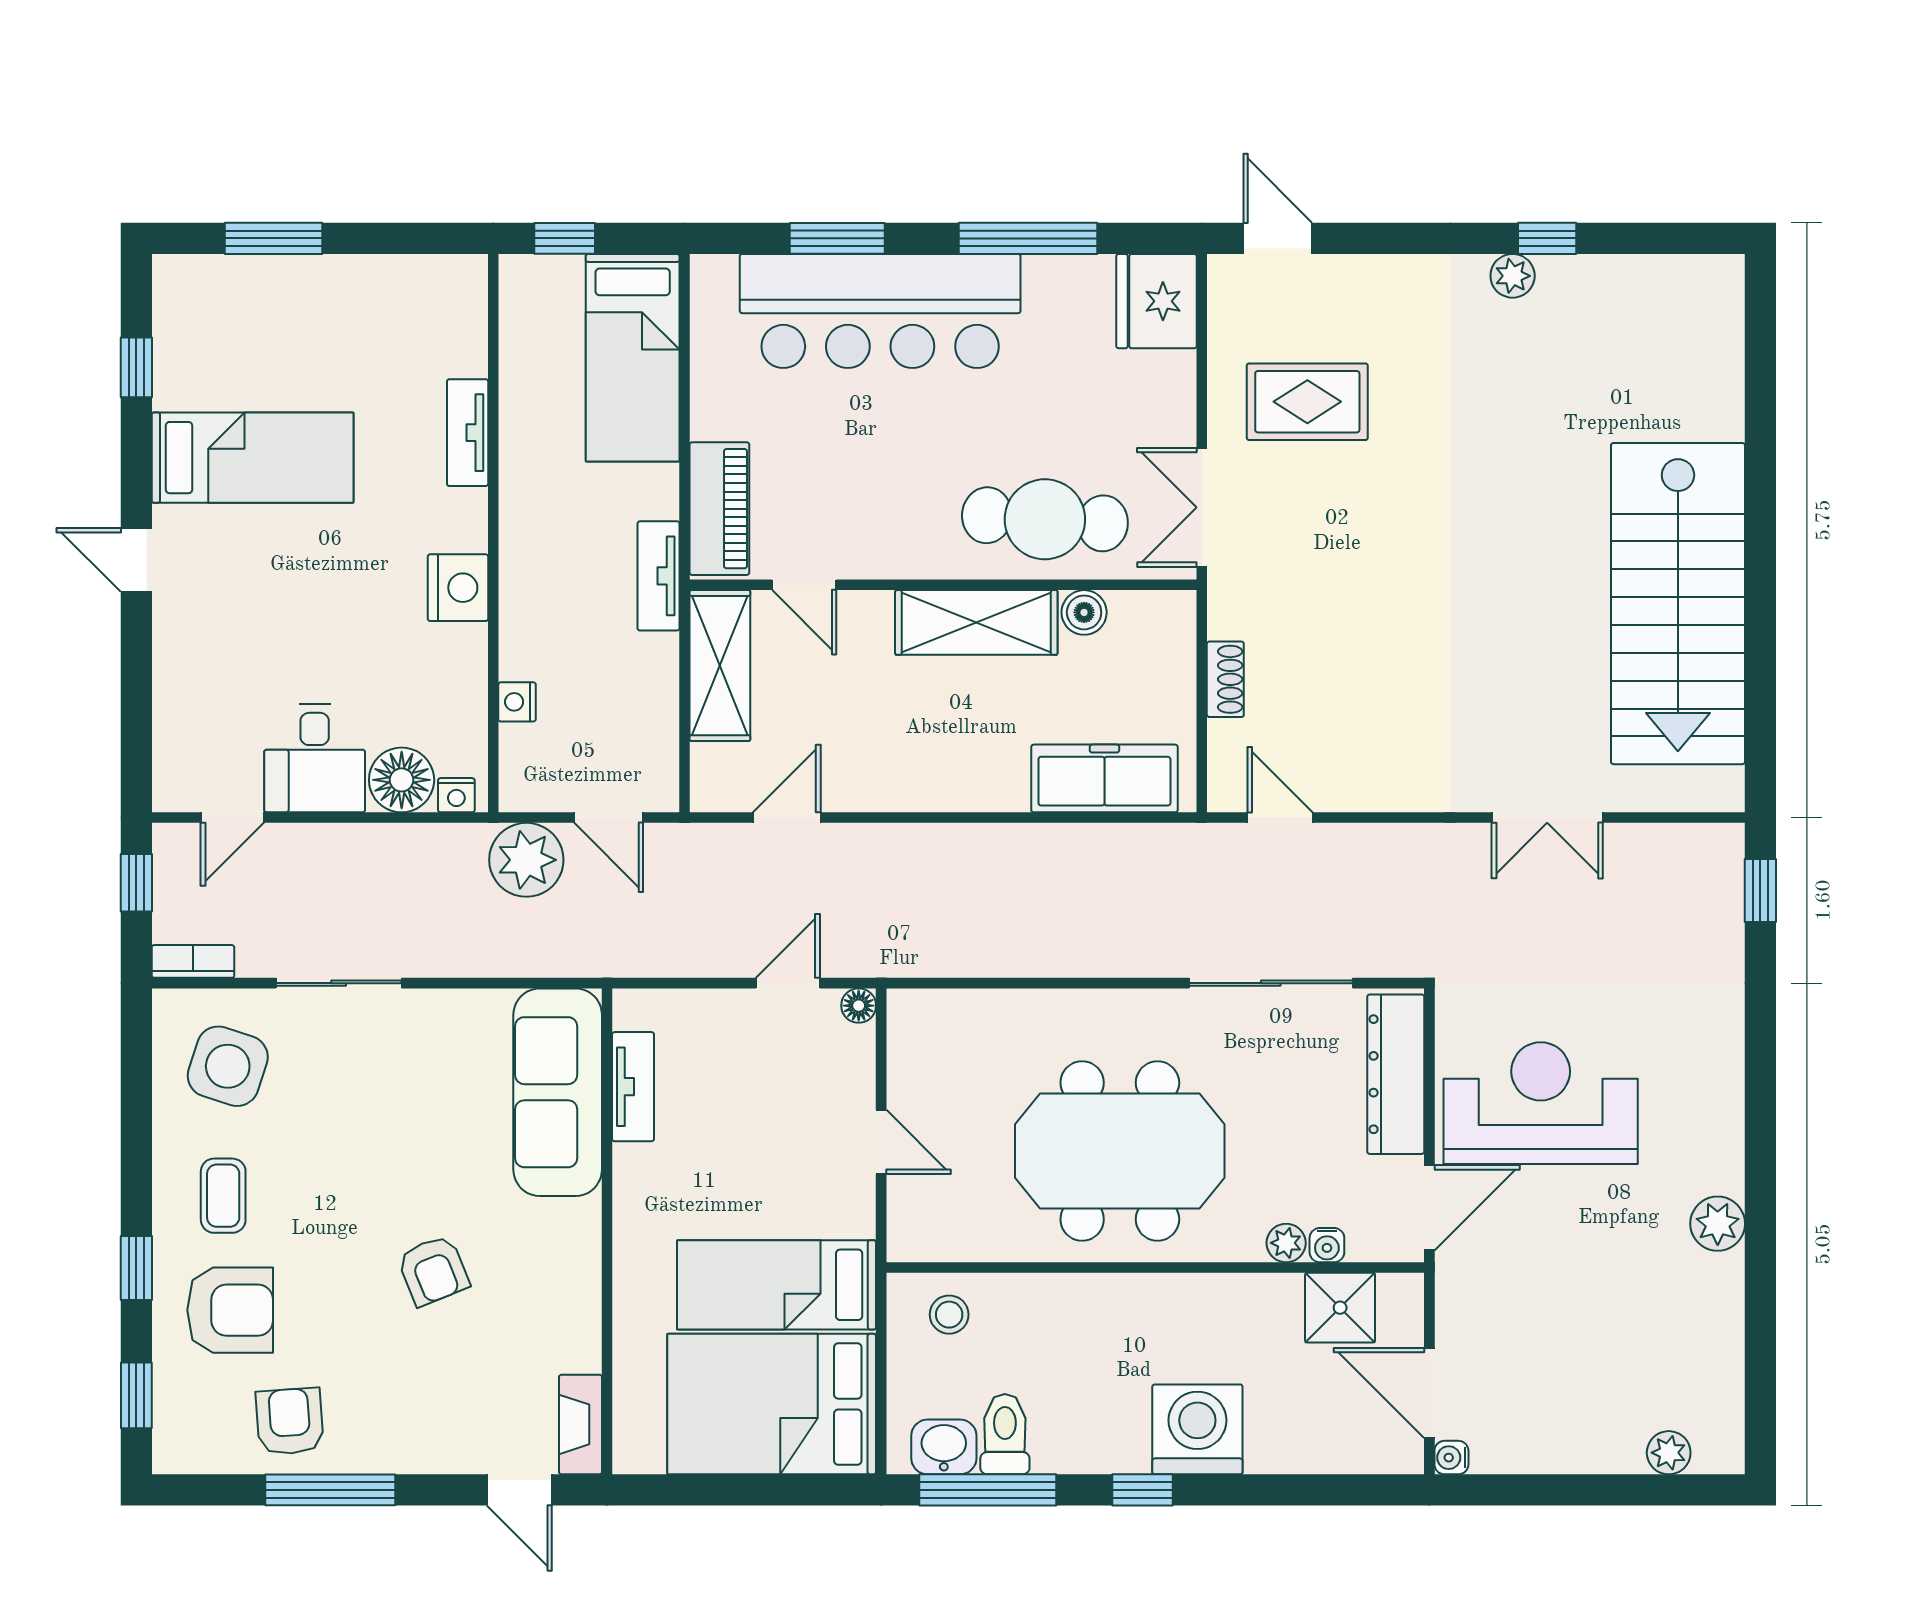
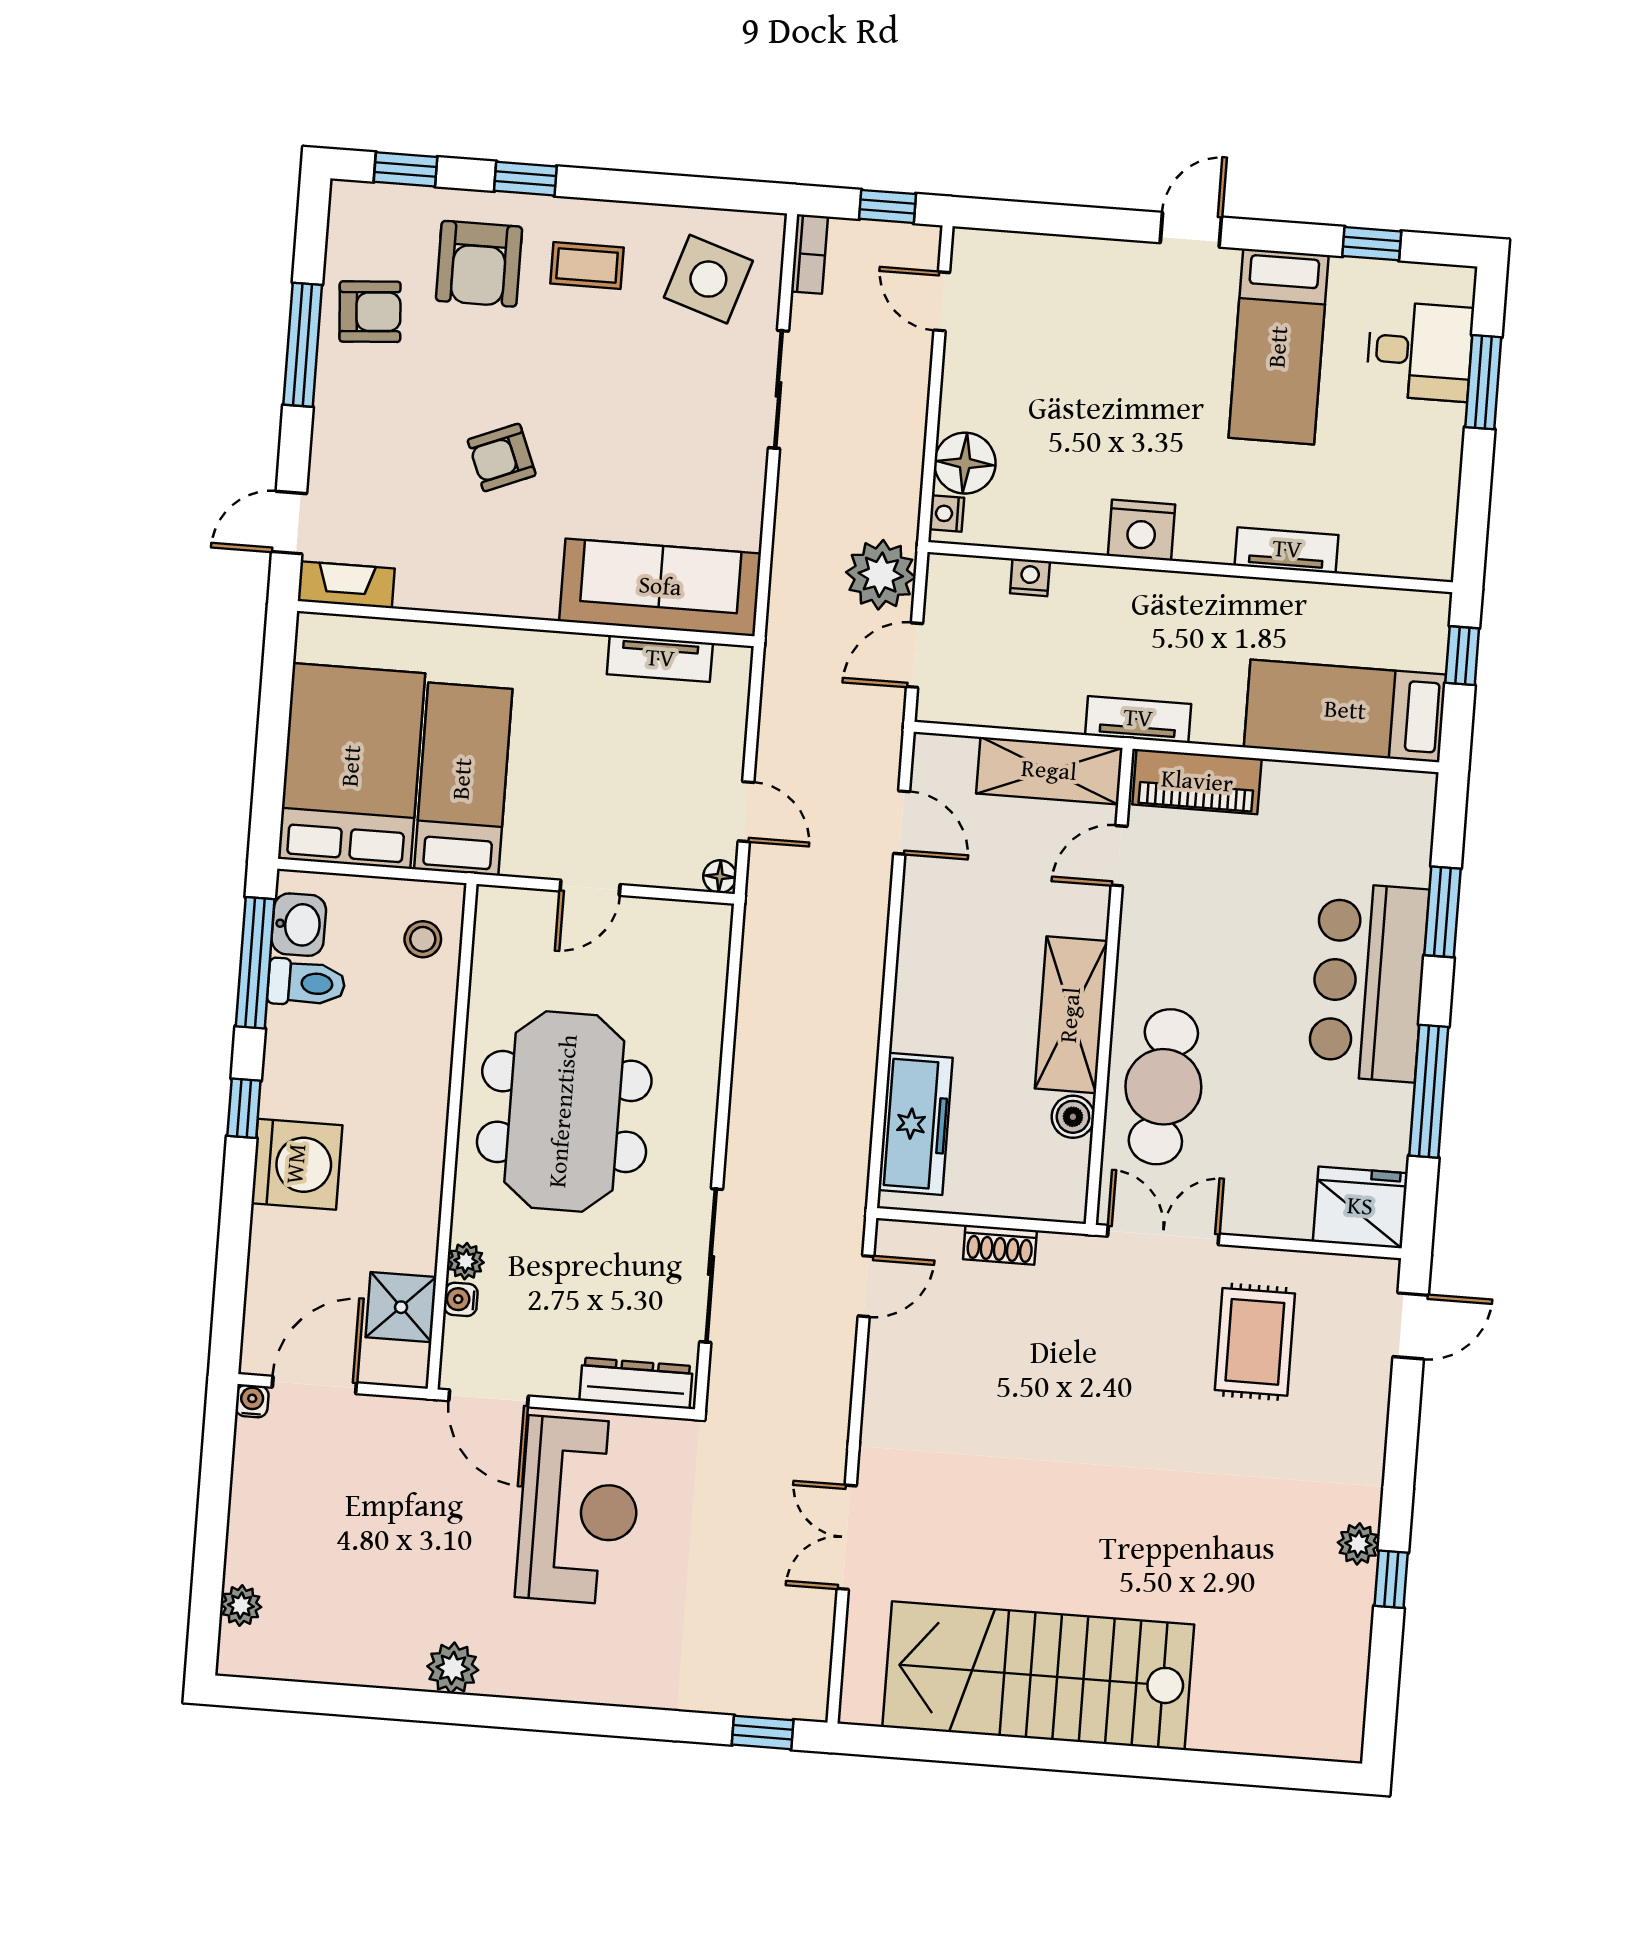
bar counter: (880, 311) -> (1368, 982), width x0.73
desk: (315, 758) -> (1420, 351), moved, turned 180
dresser: (1396, 1074) -> (636, 1383), width x0.73, depth x0.80

